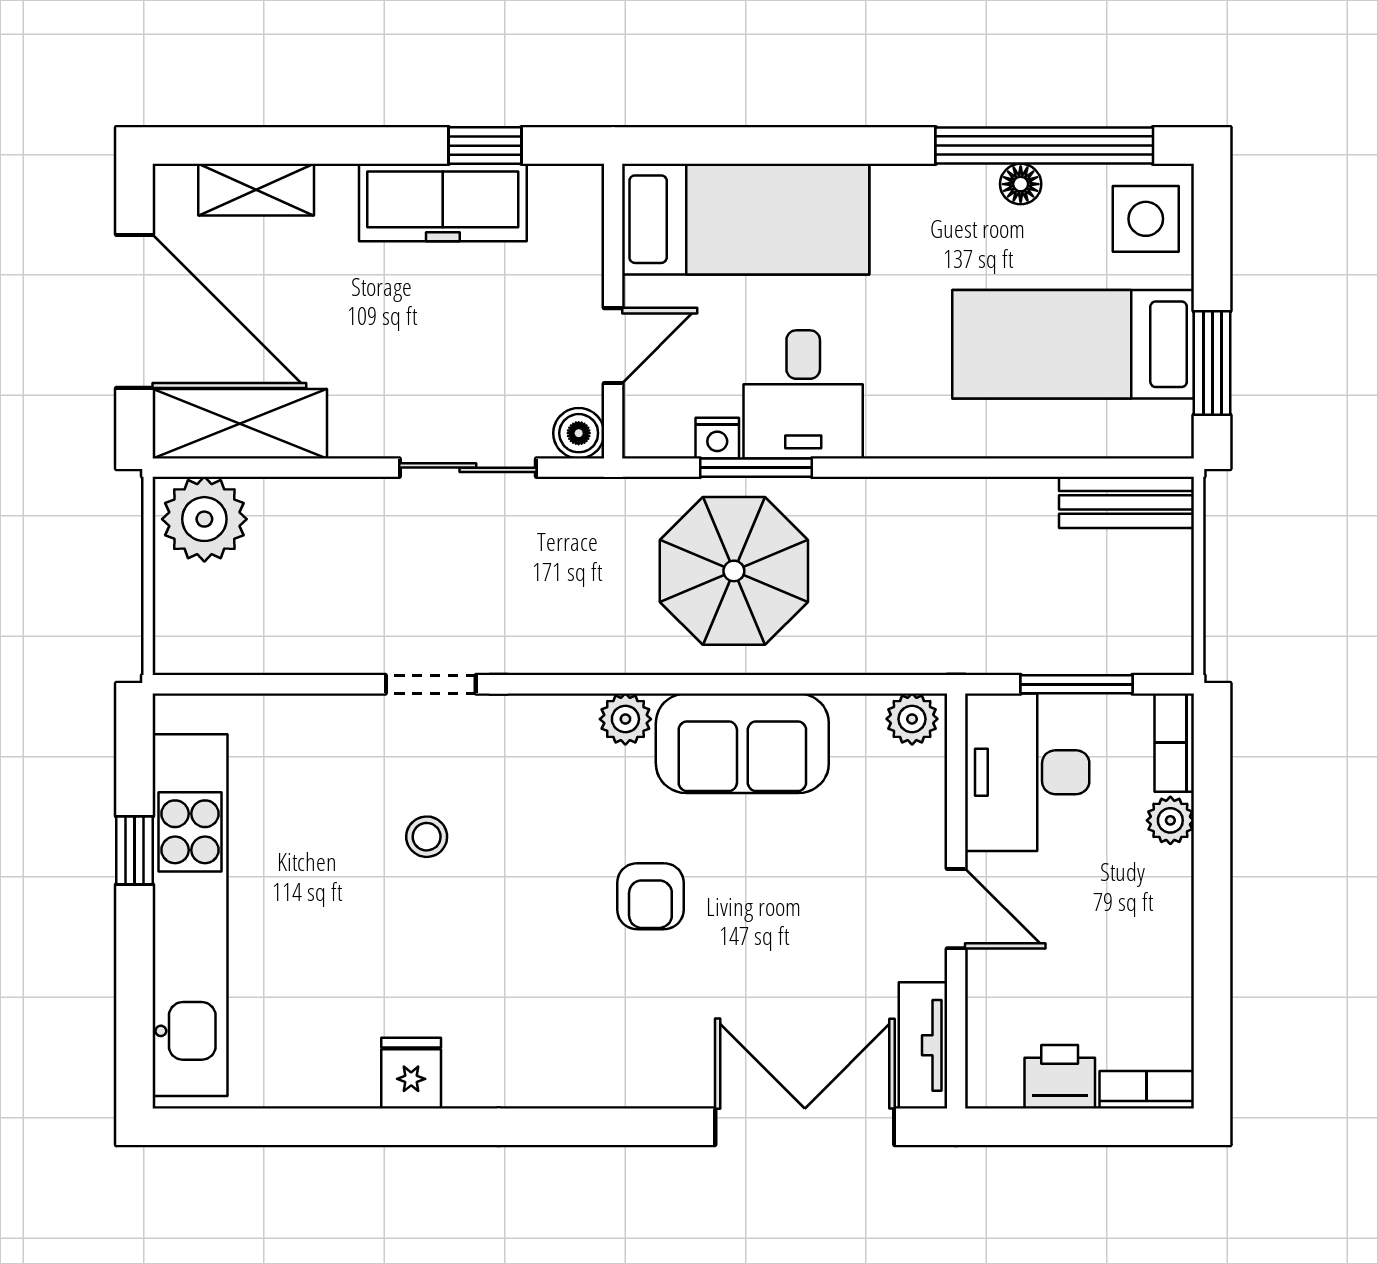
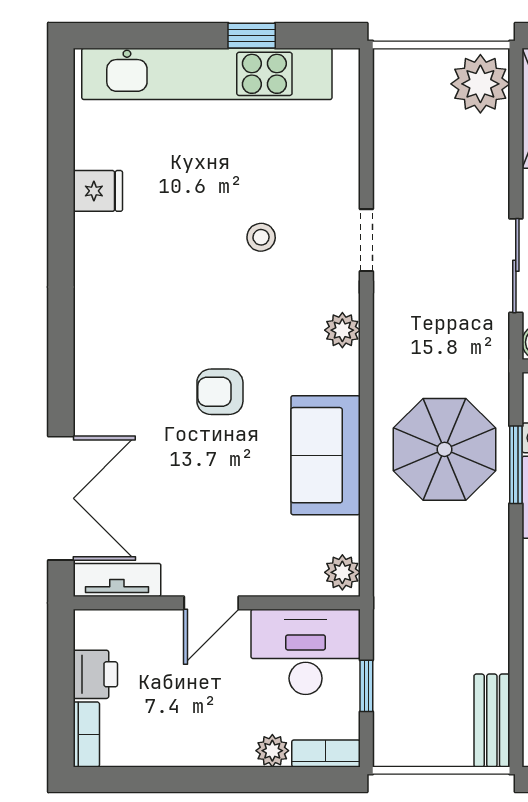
window: (1077, 684) -> (366, 686), width x0.67
plant: (625, 719) -> (342, 330), moved
fridge: (411, 1073) -> (98, 191), moved

